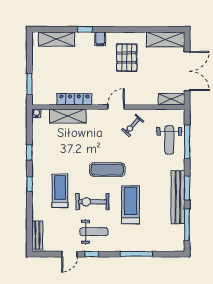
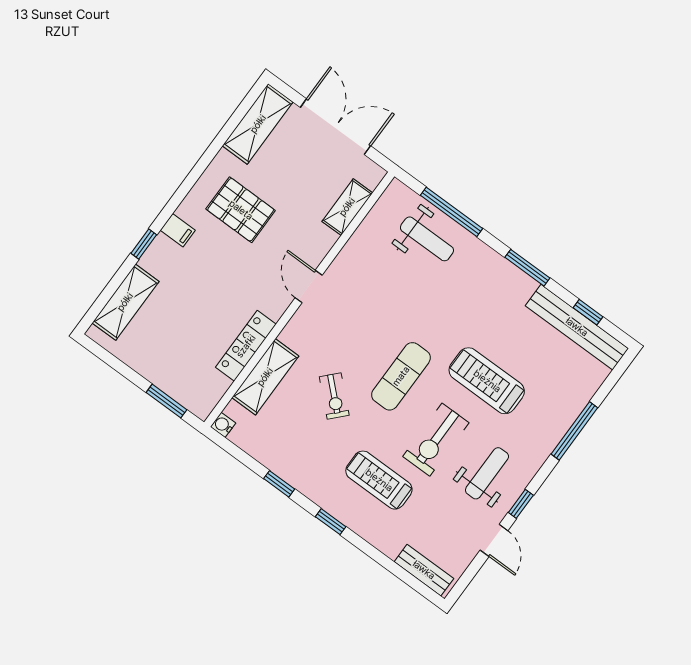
shelving: (172, 99) -> (347, 207), moved
exercise bike: (133, 125) -> (334, 396), moved
bench: (178, 197) -> (577, 327), moved
window: (187, 225) -> (588, 312), width x0.46

